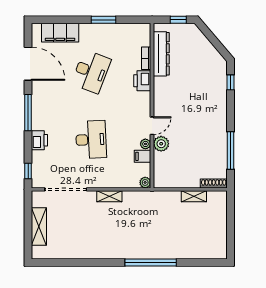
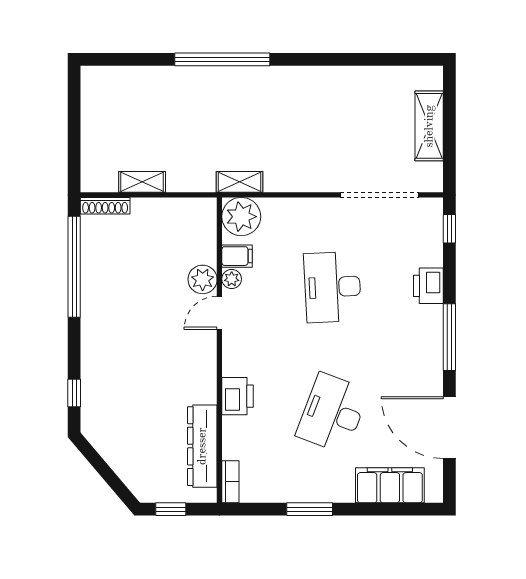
bookcase: (146, 58) -> (230, 482), moved
window: (230, 151) -> (74, 267), width x1.46
plant: (145, 182) -> (241, 217), width x1.87, depth x1.87
shelving: (109, 196) -> (240, 182), moved

